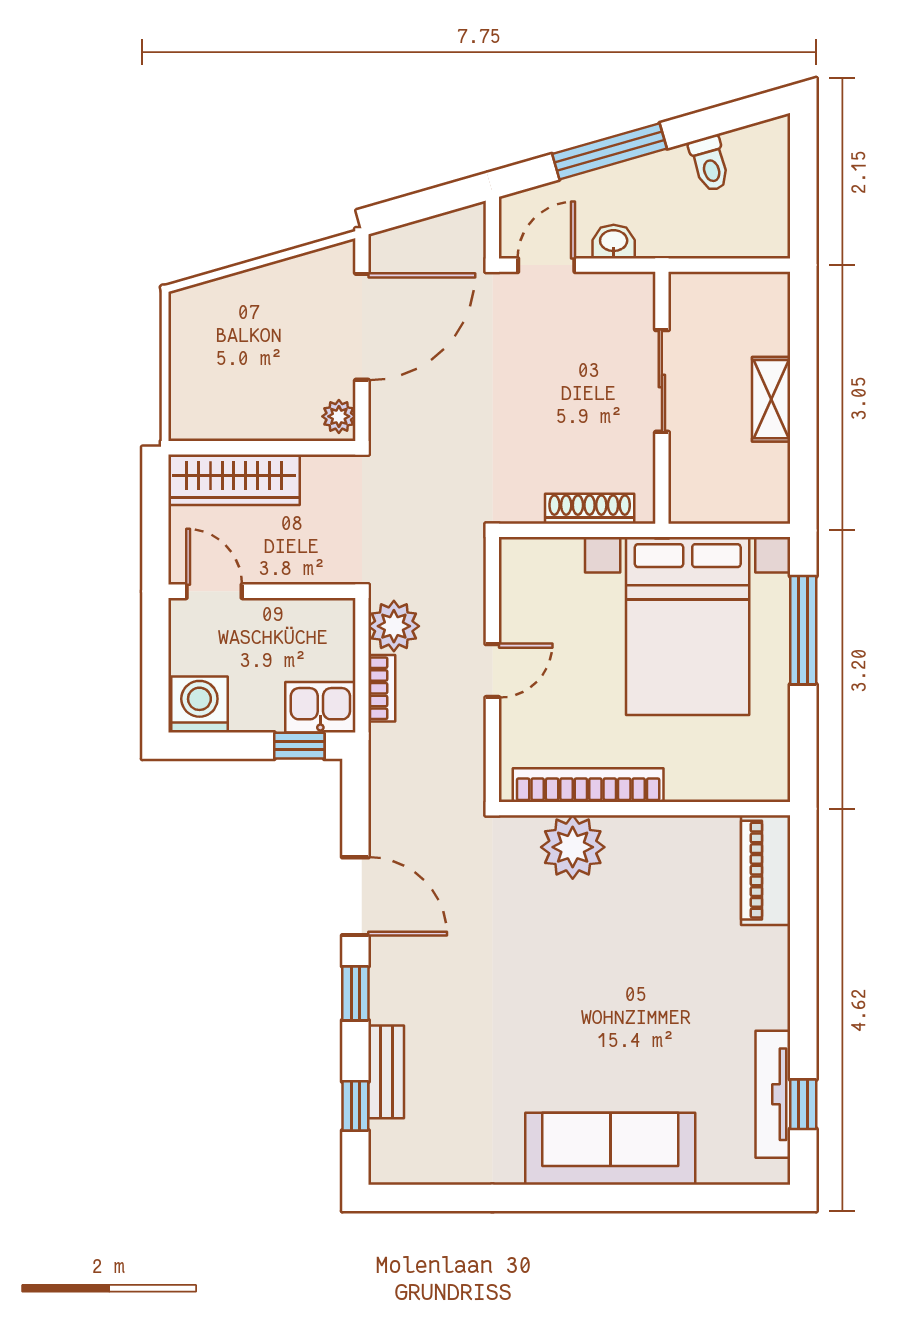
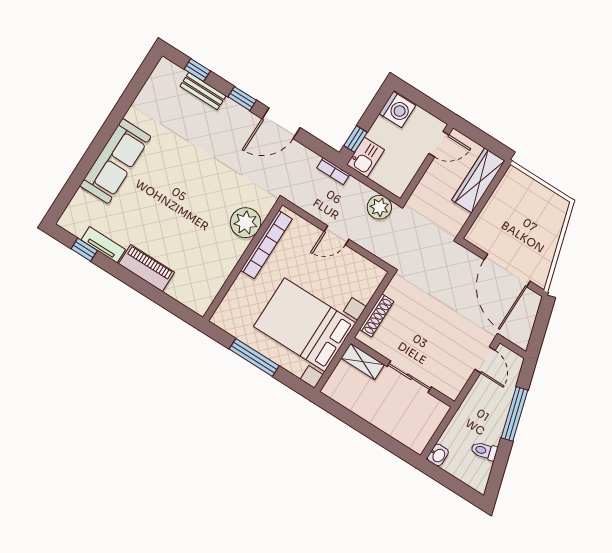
washbasin: (614, 242) -> (438, 455), moved
shelving: (771, 399) -> (363, 361), moved
plant: (339, 416) -> (477, 238), removed
window: (803, 630) -> (254, 357), moved
door: (492, 671) -> (337, 235), hinge flipped
bookcase: (382, 688) -> (333, 171), moved
piano: (766, 870) -> (146, 268), moved
tv unit: (773, 1094) -> (103, 245), width x0.71

